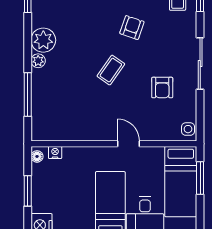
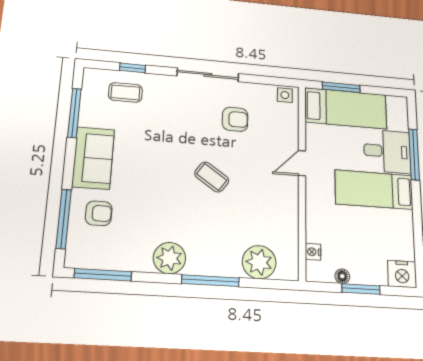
armchair: (132, 28) -> (160, 148), removed
plant: (38, 61) -> (259, 262), moved, width x1.88, depth x1.88
window: (28, 94) -> (210, 281), moved
floor lamp: (37, 156) -> (342, 276), moved

